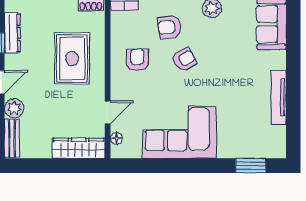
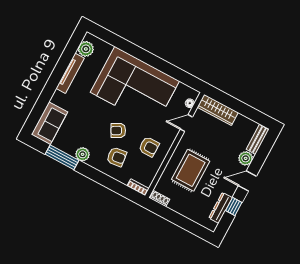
armchair: (137, 60) -> (149, 147), turned -90
corner sofa: (180, 132) -> (135, 87), width x1.36, depth x1.36
plant: (276, 137) -> (86, 49), added
window: (251, 166) -> (112, 39), removed

